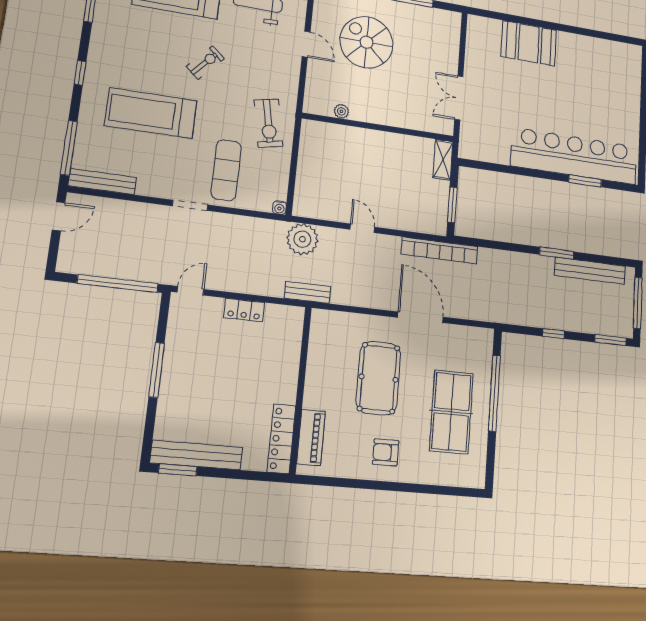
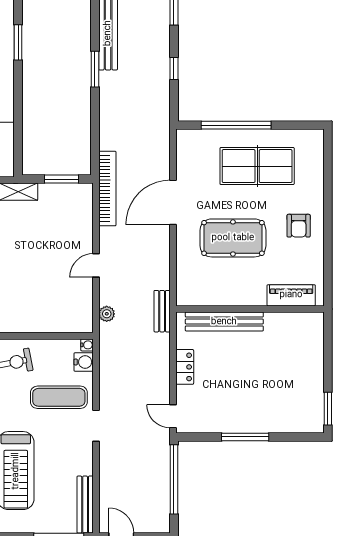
water cooler: (261, 202) -> (84, 362), added
plant: (302, 239) -> (107, 314), width x0.53, depth x0.53
locker: (282, 439) -> (294, 322), removed
bench: (197, 455) -> (224, 322), moved, turned 90

